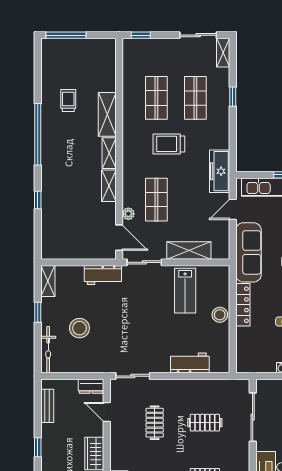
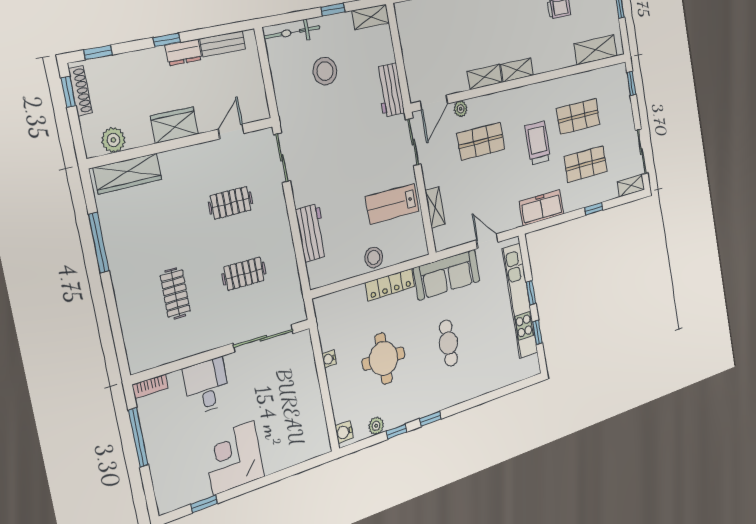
shelving: (107, 114) -> (596, 50), moved
freezer: (220, 171) -> (541, 208), moved
shelving: (189, 251) -> (435, 207), width x0.67, depth x0.75
dresser: (91, 386) -> (184, 52), moved, turned -90
clothes rail: (205, 423) -> (244, 274), turned 90

